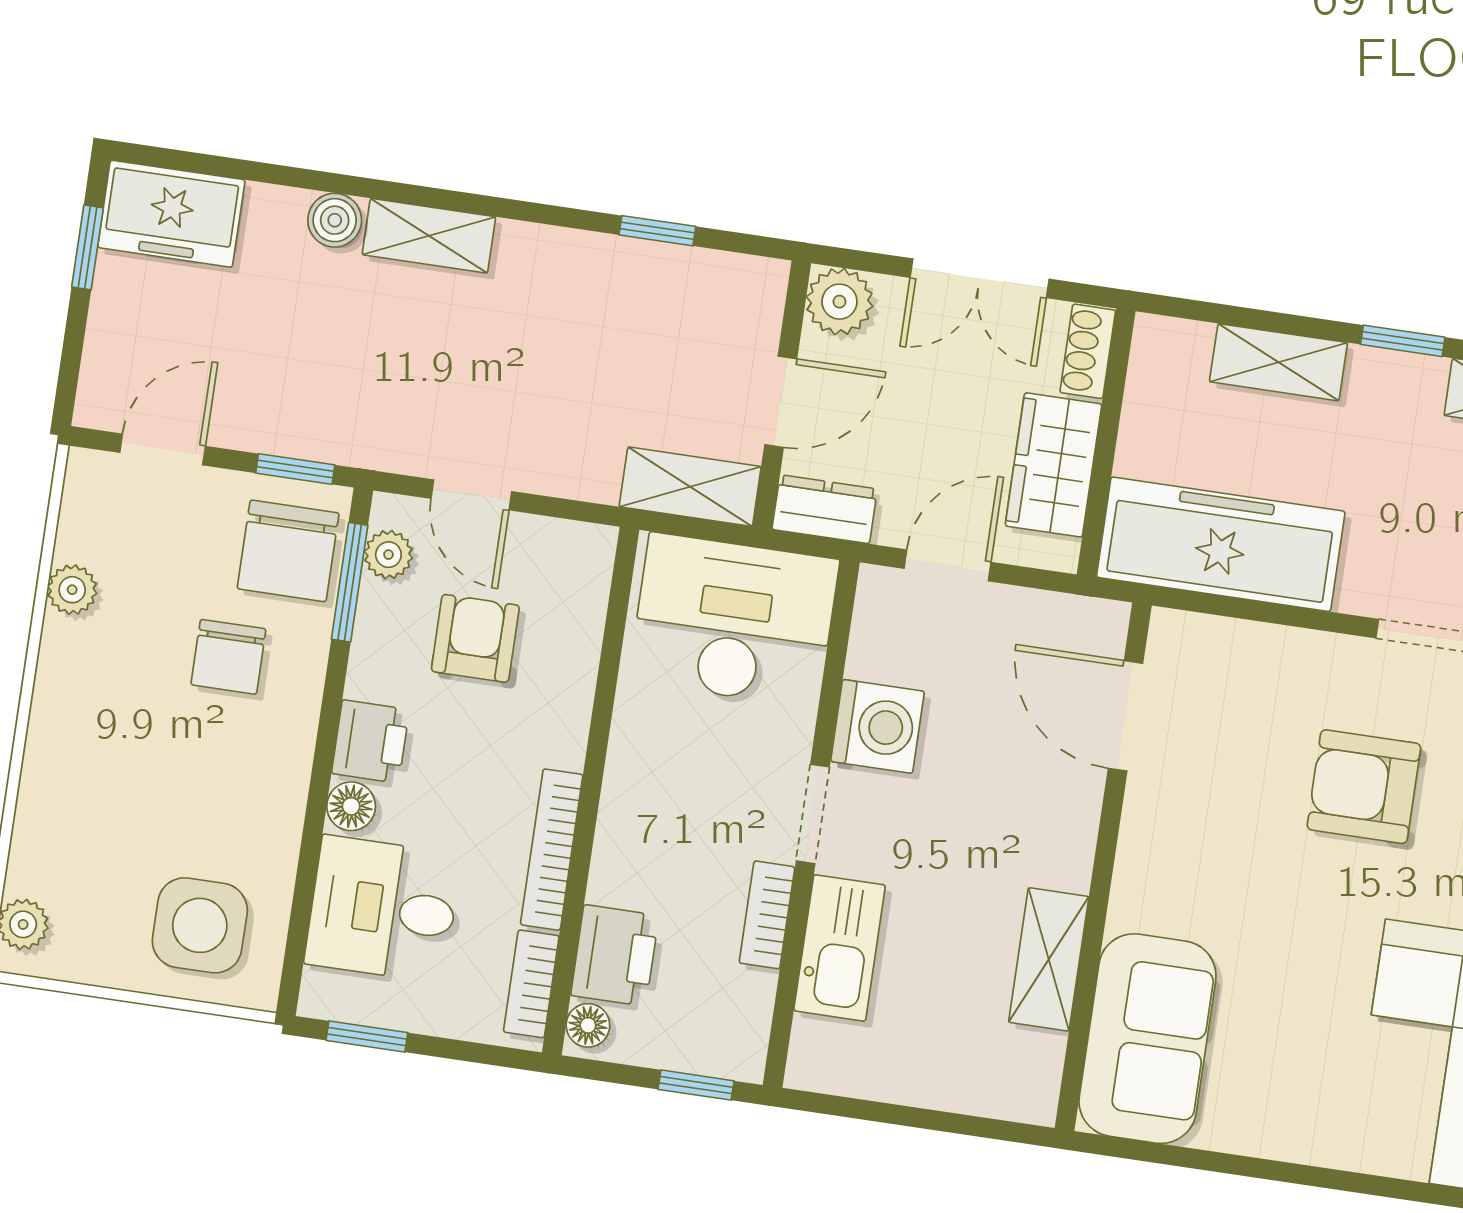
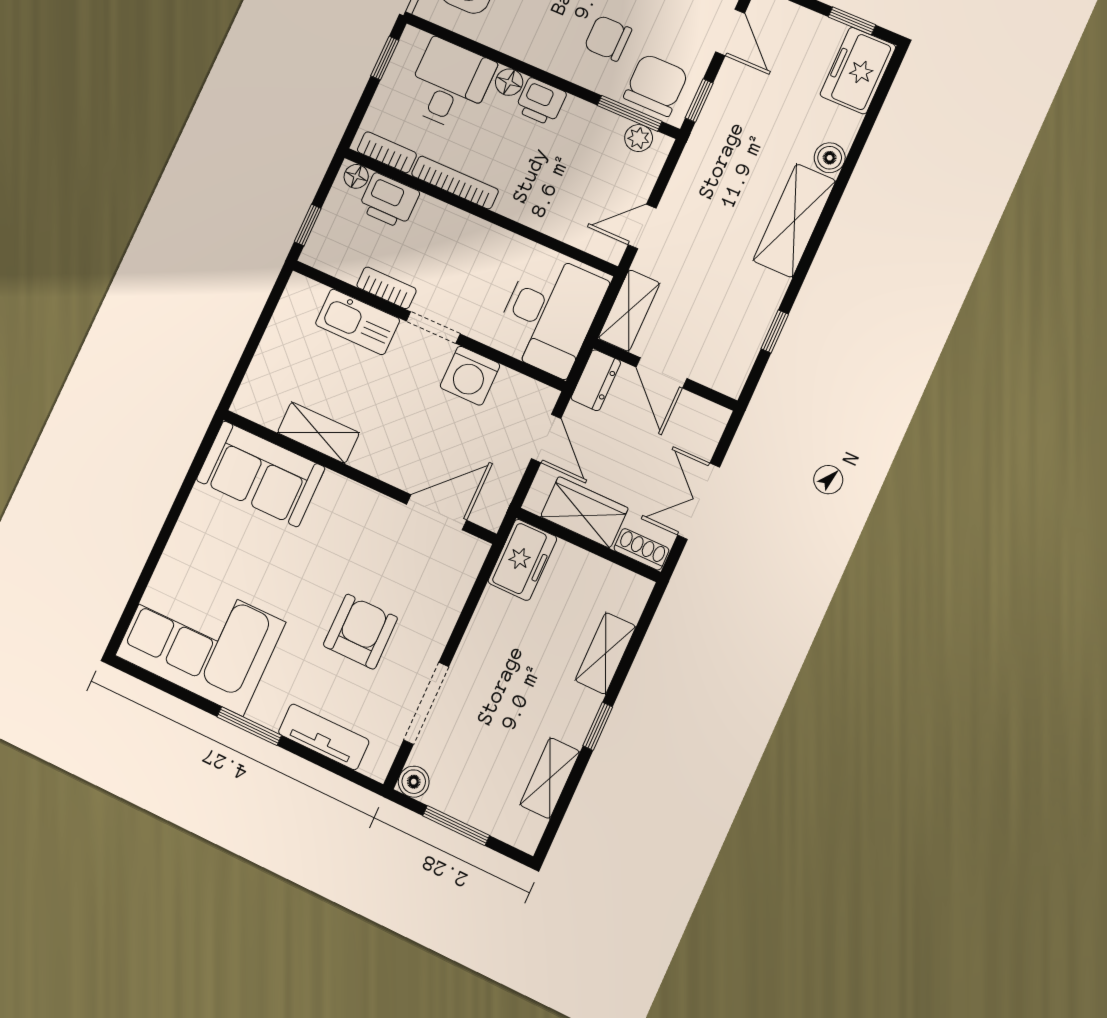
shelving: (429, 236) -> (794, 221), width x1.50, depth x1.33
plant: (839, 302) -> (707, 420), removed
door: (471, 495) -> (642, 226), moved
freezer: (1221, 544) -> (522, 560), width x0.52, depth x0.79
chair: (288, 551) -> (656, 85), turned 90
armchair: (475, 638) -> (580, 172), removed

